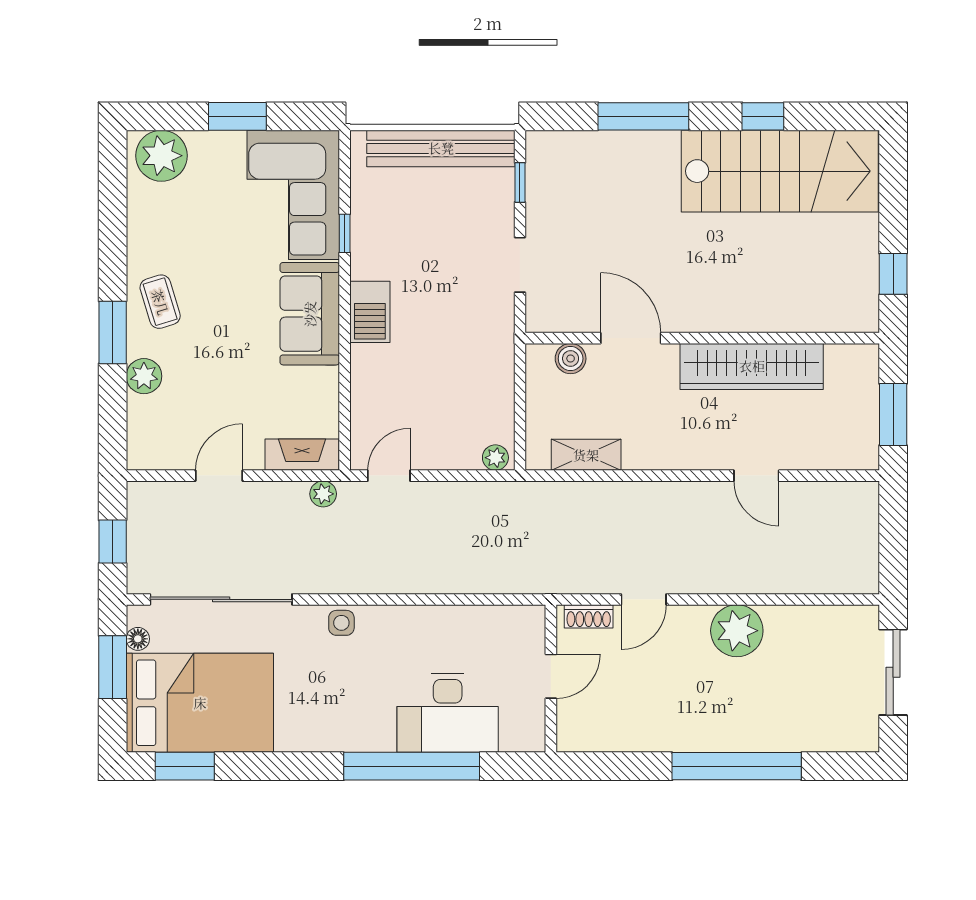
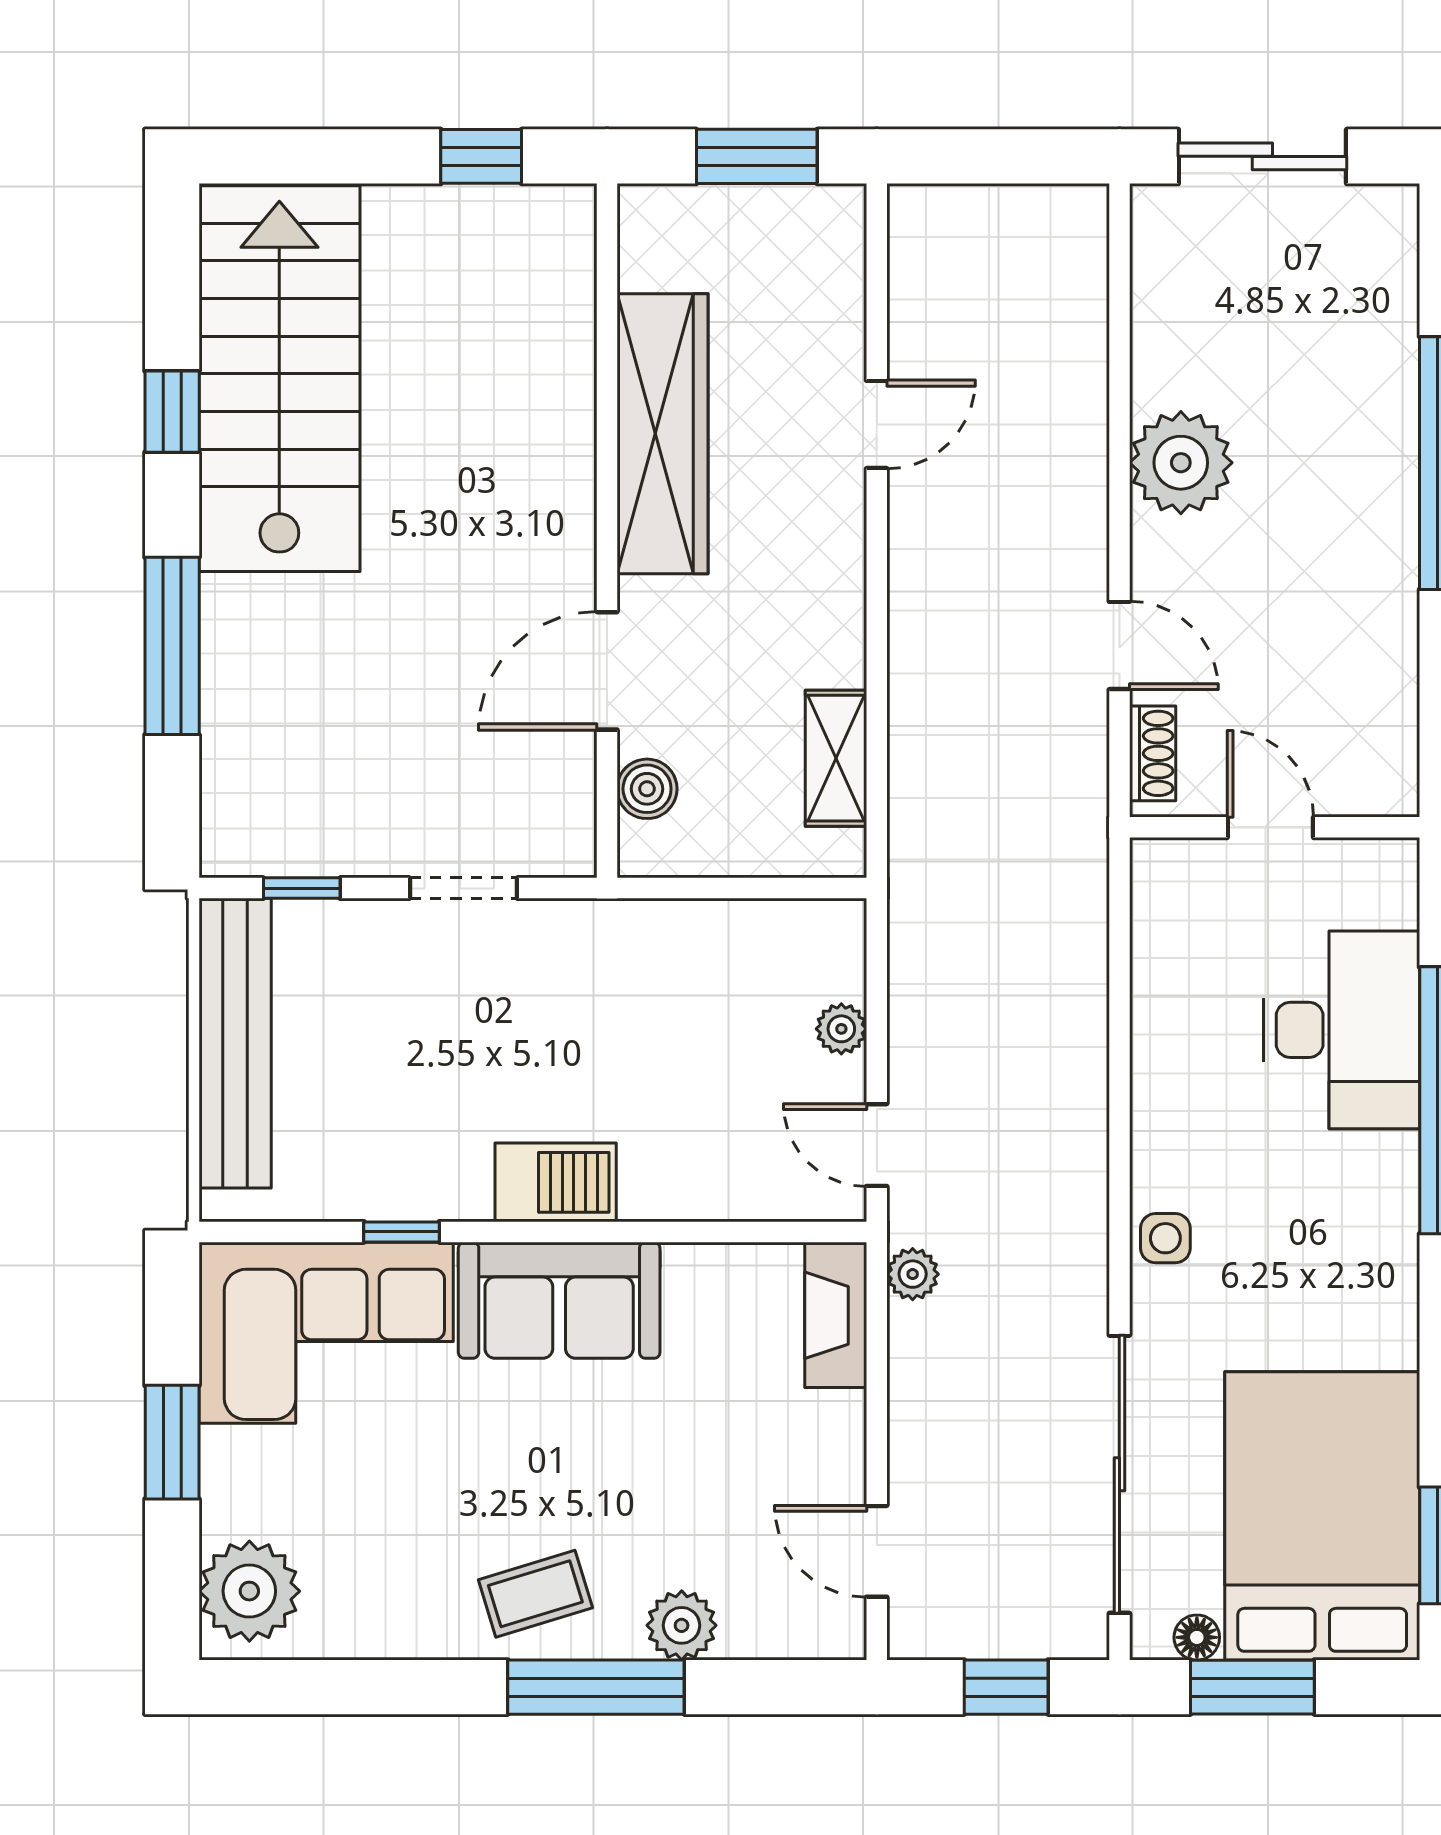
window: (113, 332) -> (596, 1687), width x1.44
plant: (495, 458) -> (841, 1029), moved
door: (219, 476) -> (877, 1551), moved

